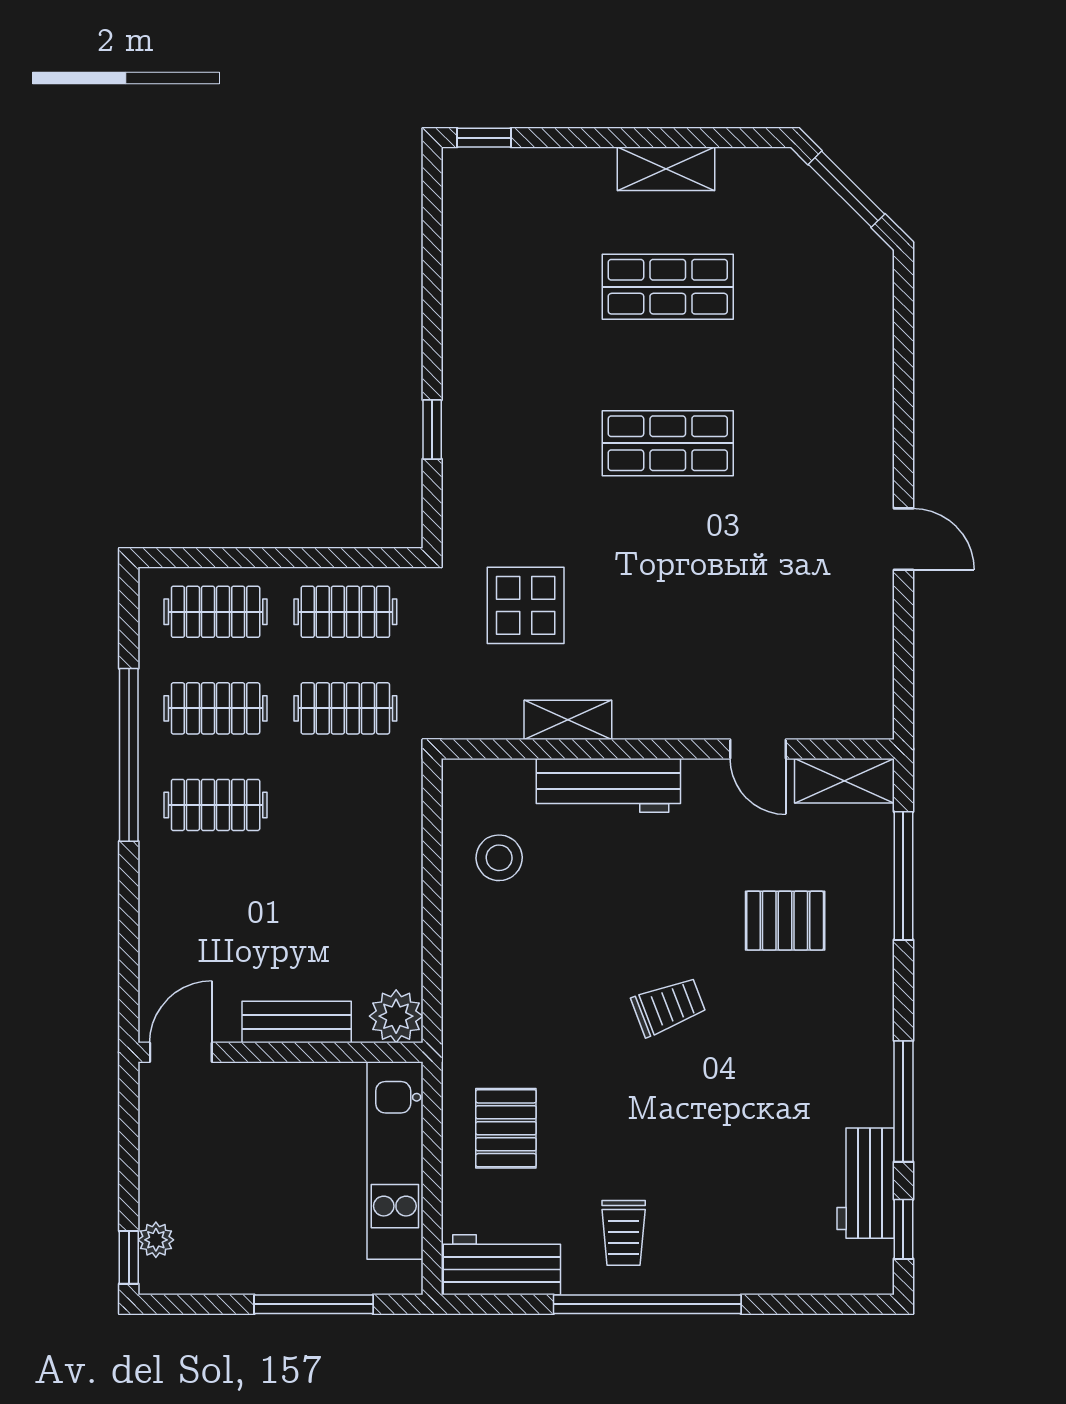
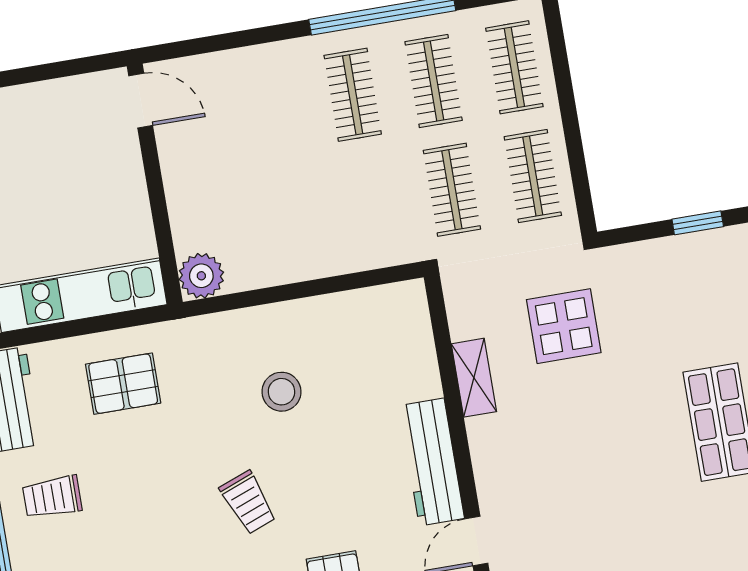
workbench: (608, 785) -> (432, 462), moved
stool: (499, 858) -> (281, 392), moved
bench: (297, 1022) -> (182, 193), removed

